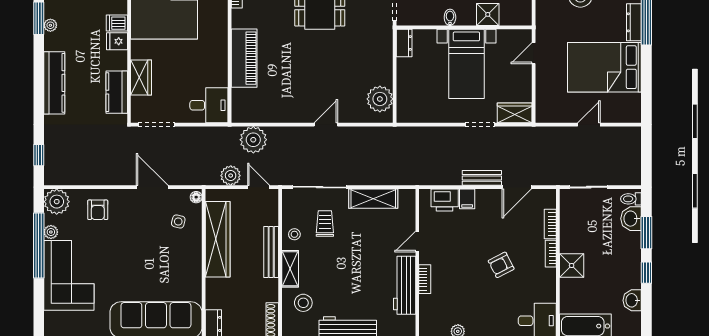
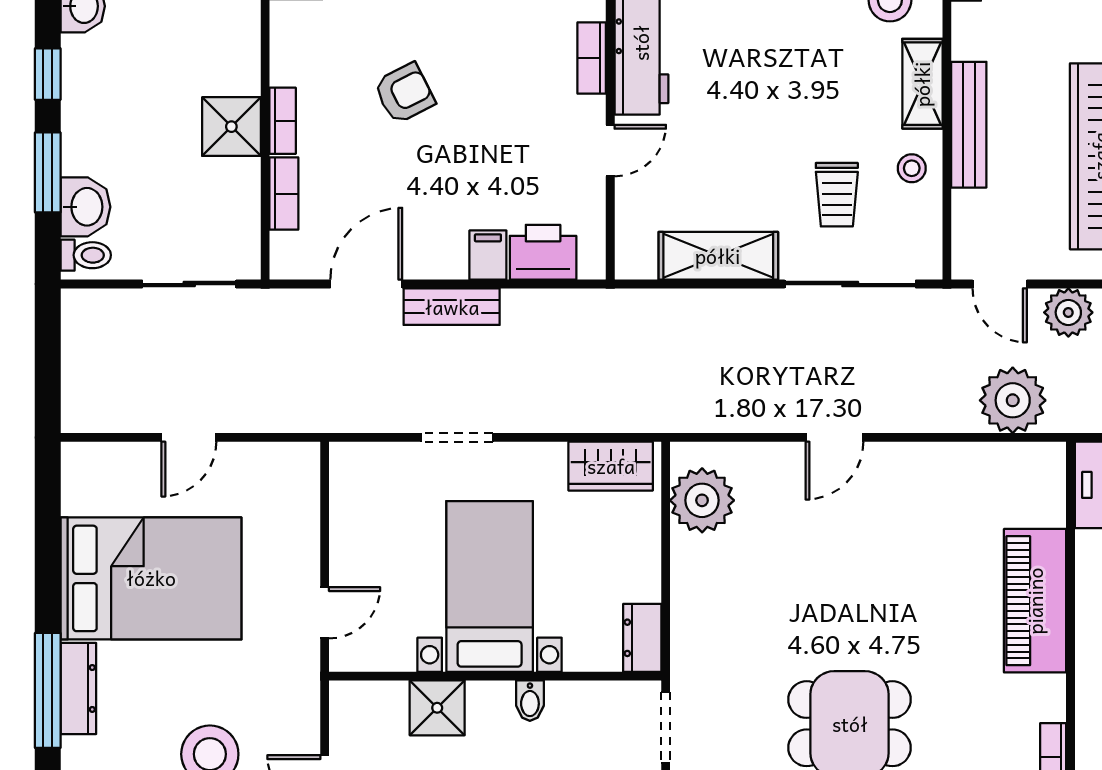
wardrobe: (515, 113) -> (611, 466), moved
shower: (572, 266) -> (231, 127), moved

